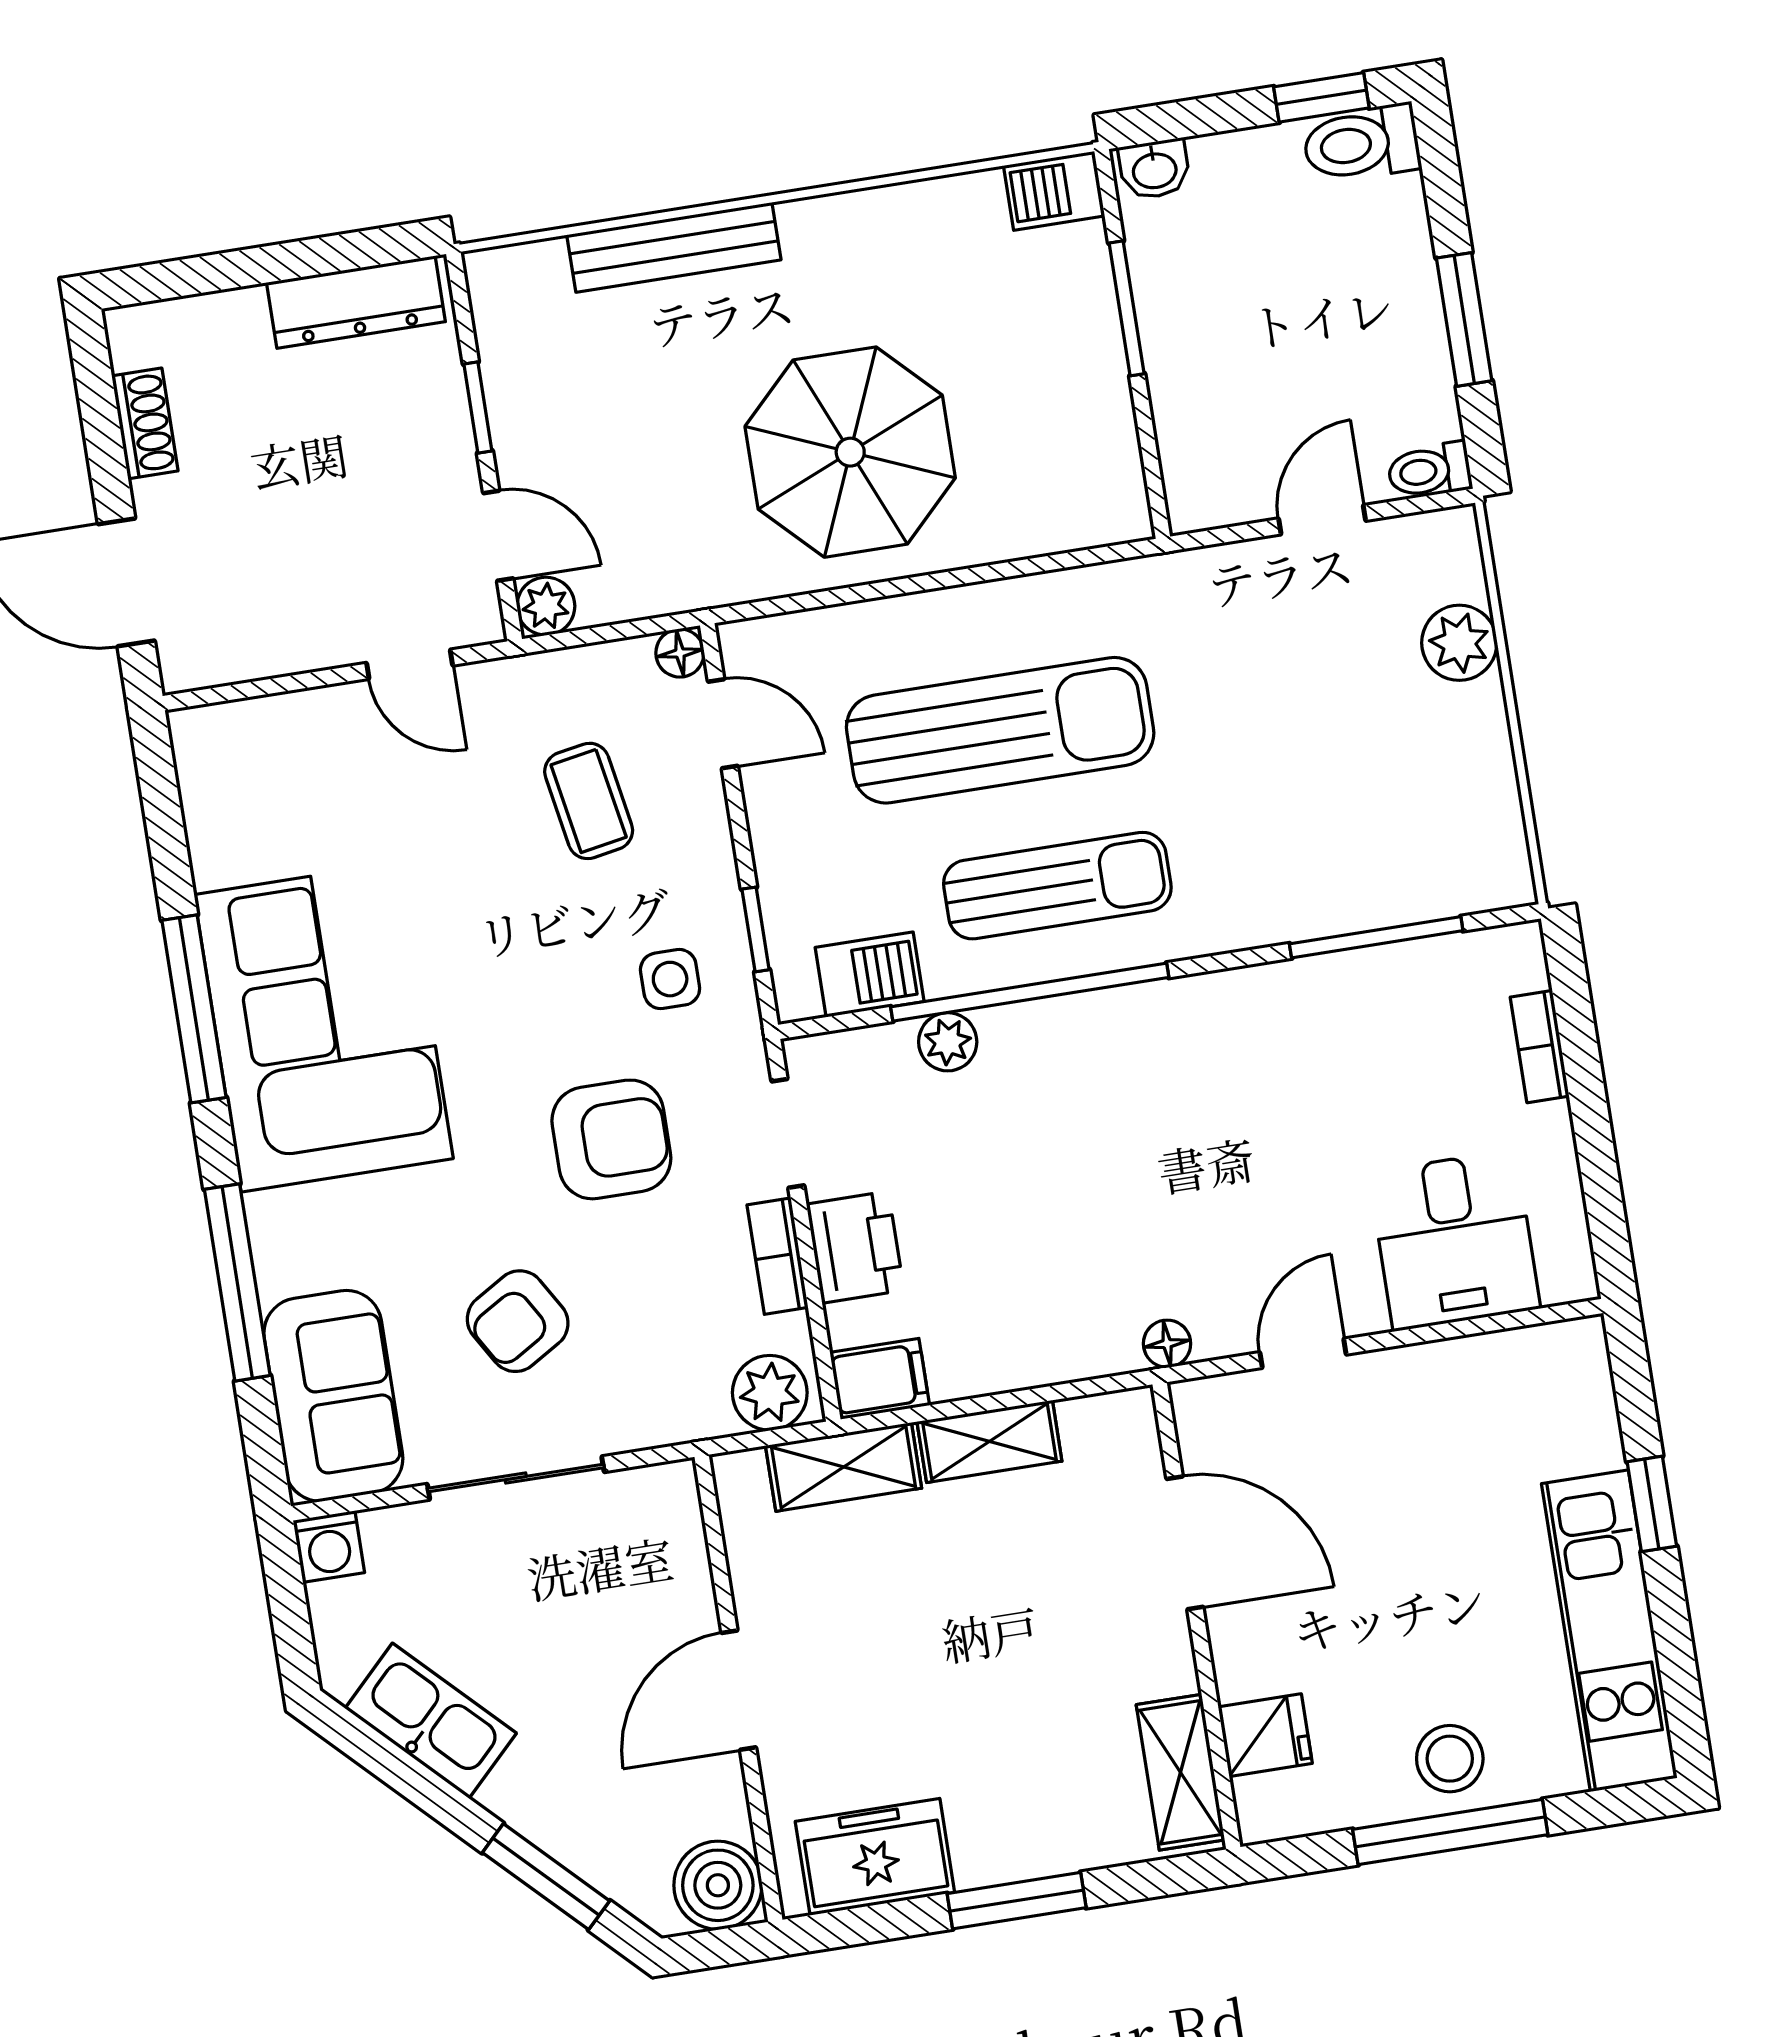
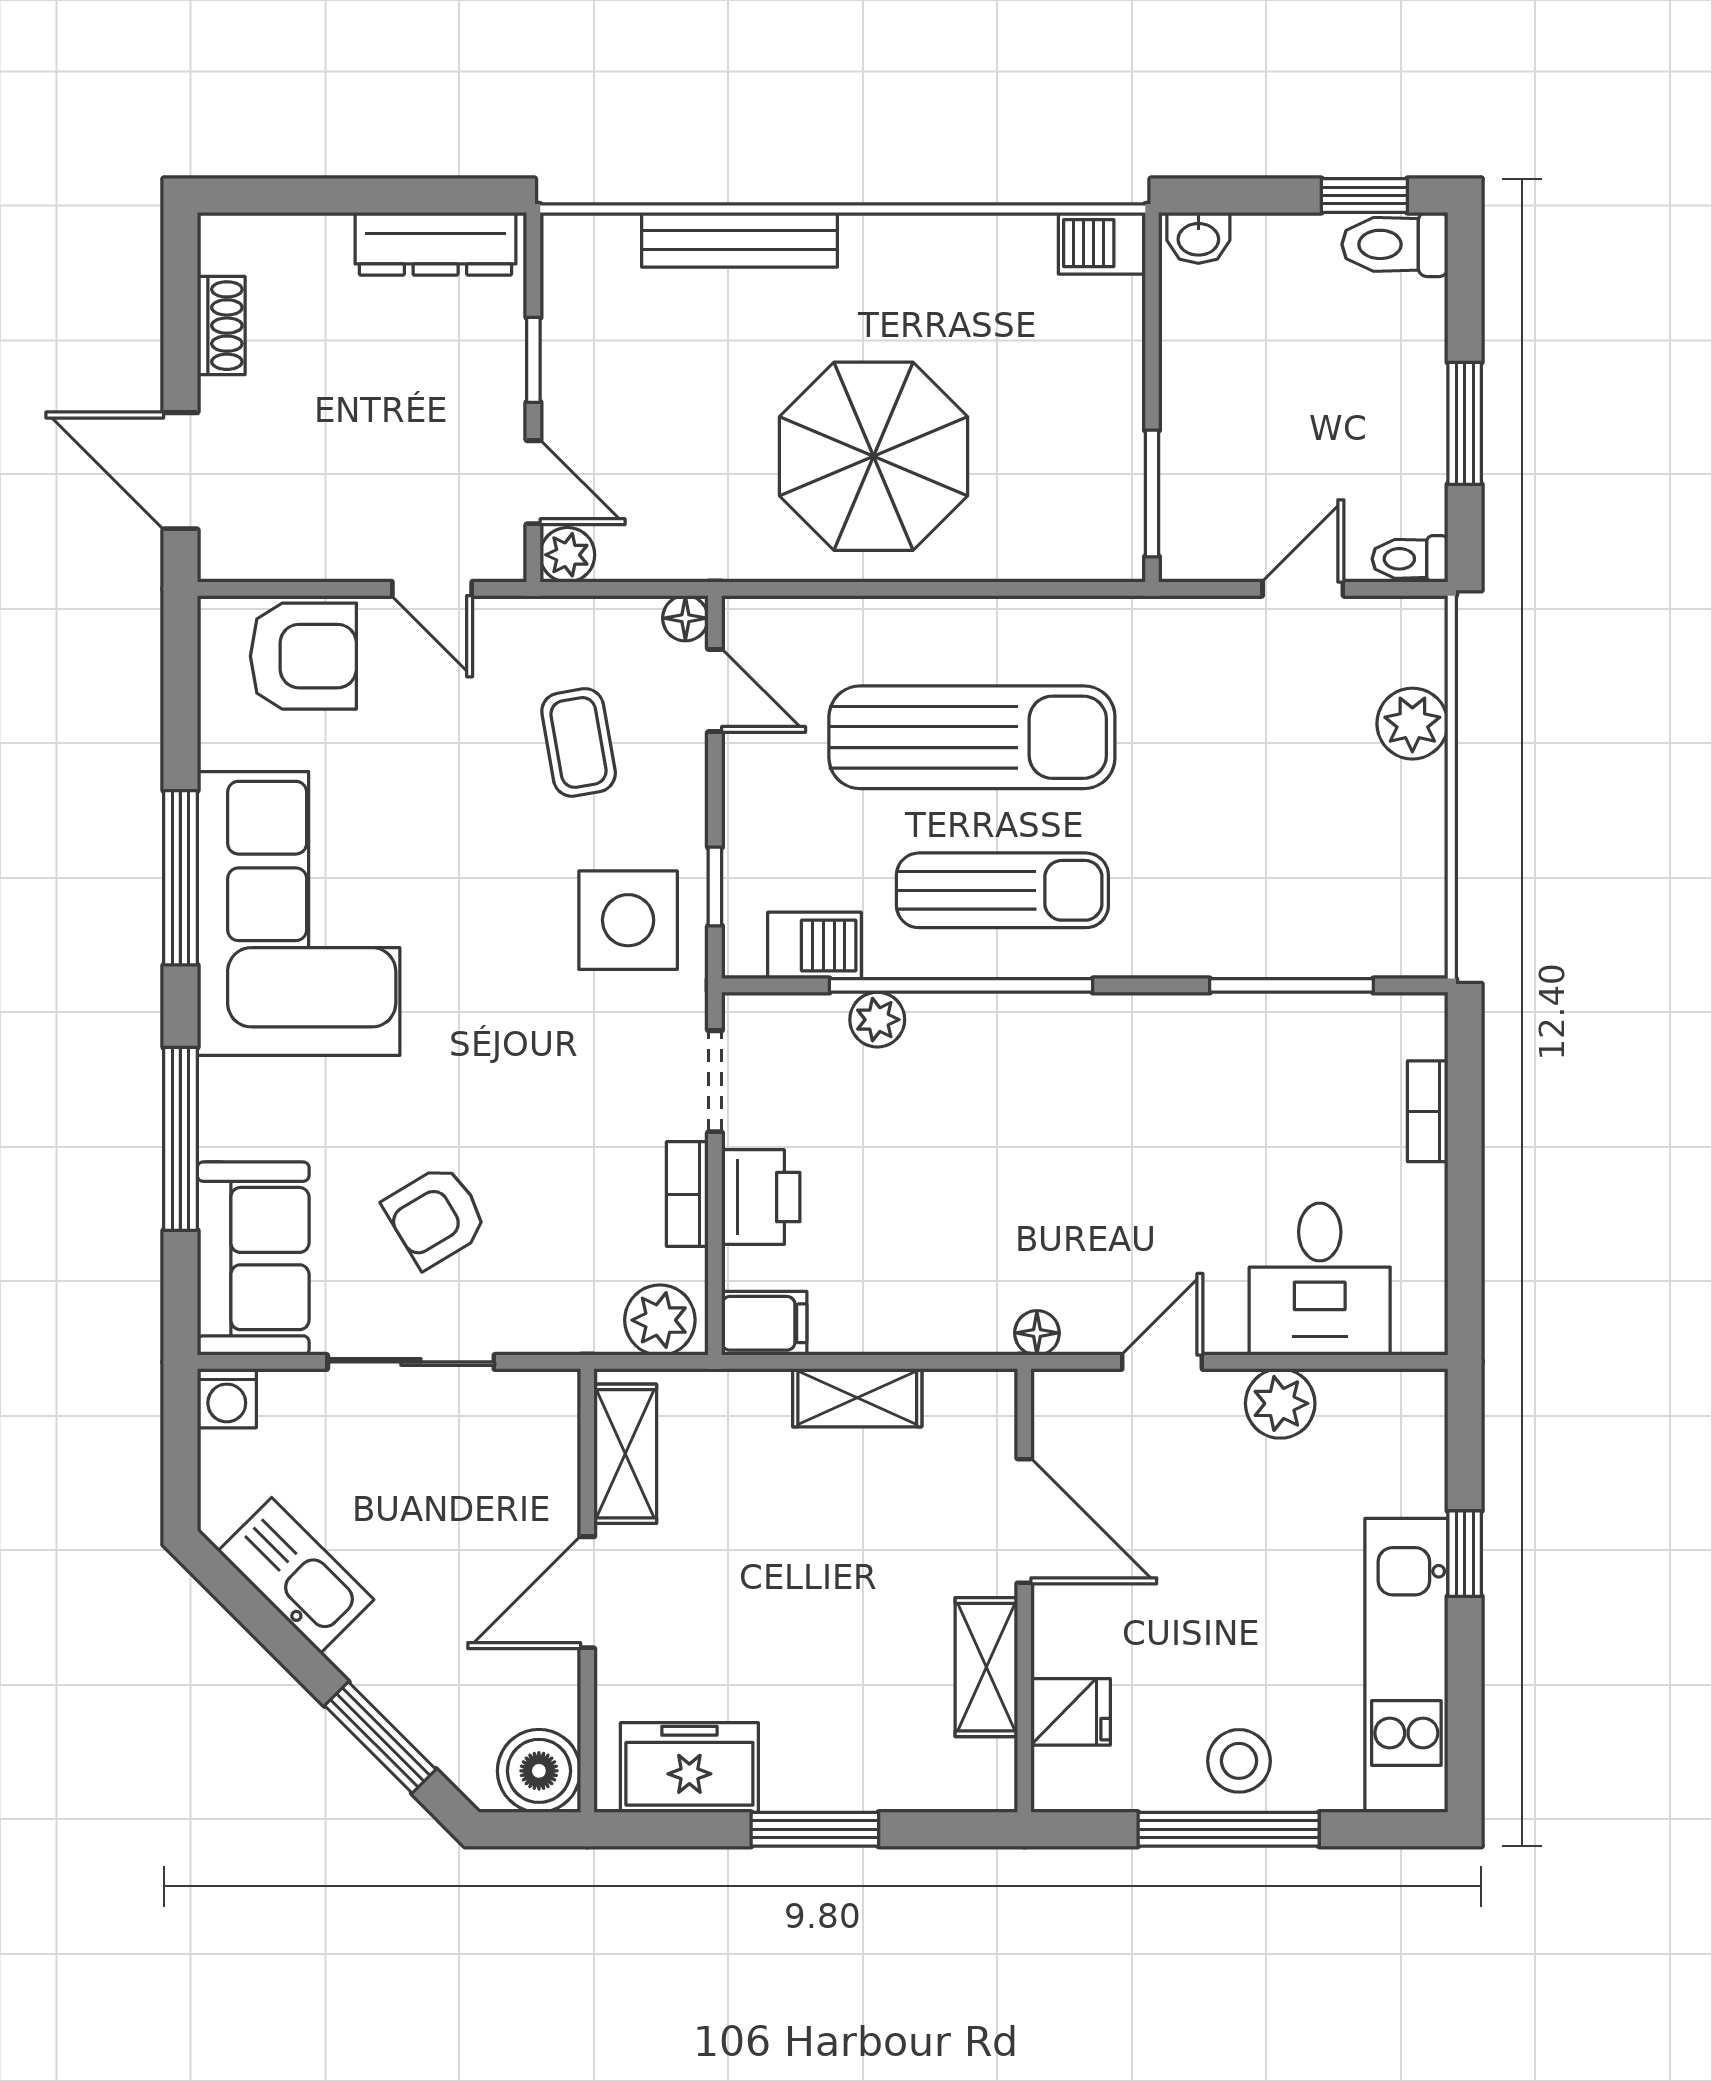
window: (1127, 308) -> (1152, 494), moved
side table: (670, 979) -> (628, 920), width x1.87, depth x1.87
armchair: (611, 1139) -> (303, 656), moved
plant: (1434, 1377) -> (1280, 1403), added
shelving: (844, 1467) -> (625, 1454), moved, turned 90
shelving: (1180, 1772) -> (986, 1667), moved

